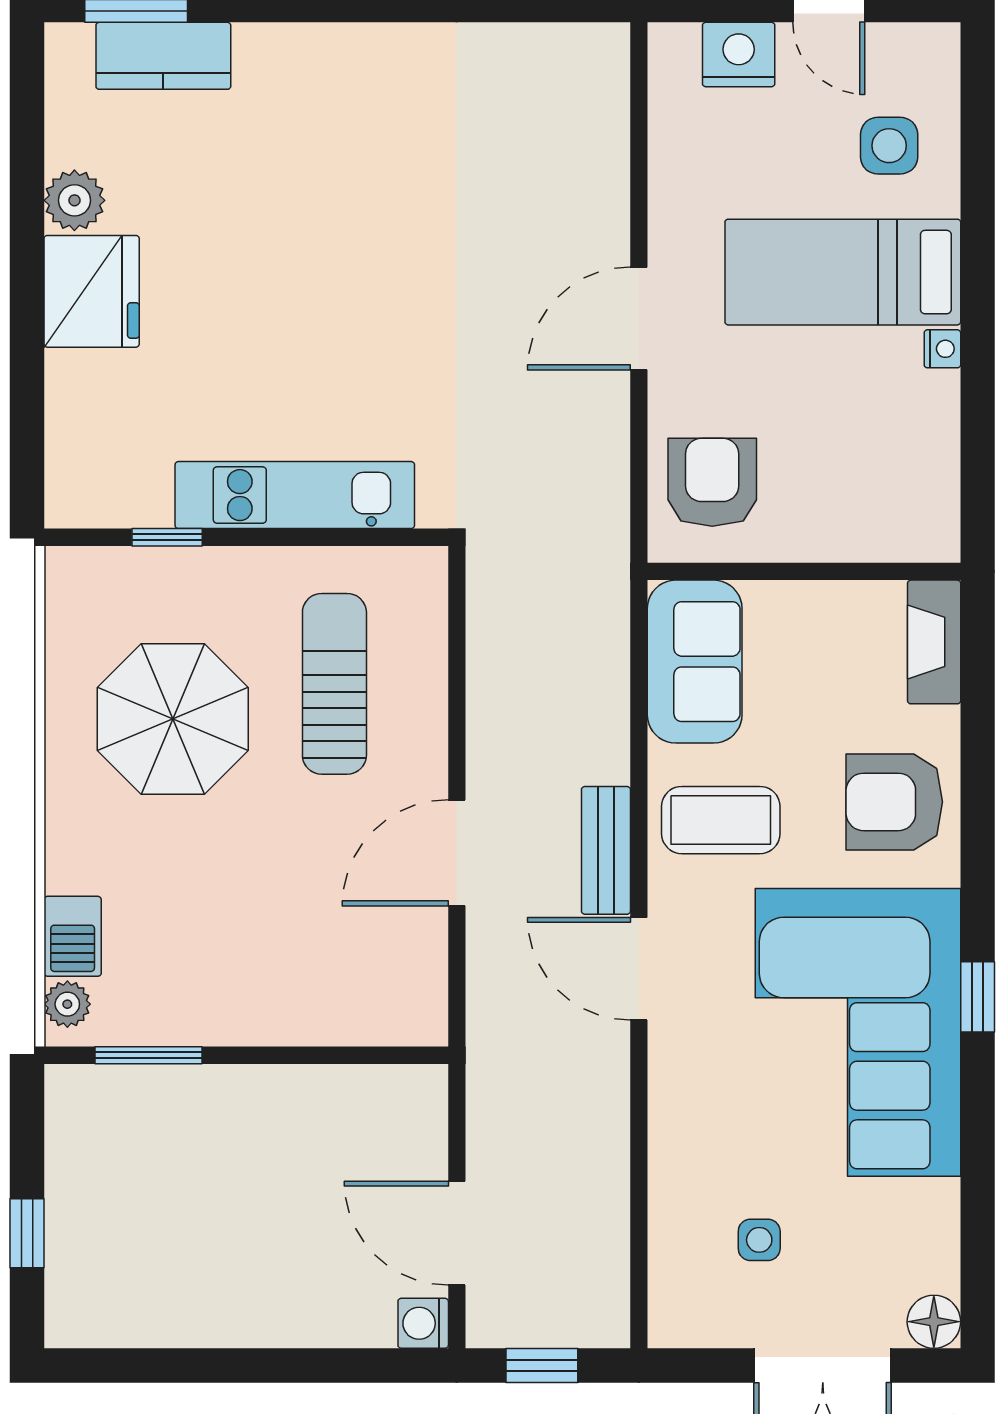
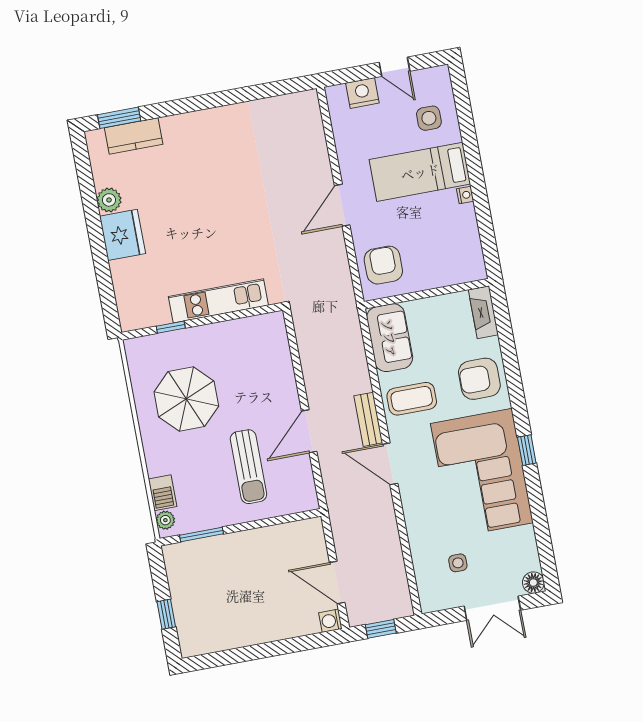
sun lounger: (334, 684) -> (248, 467), moved, turned 180

